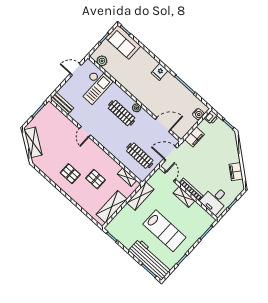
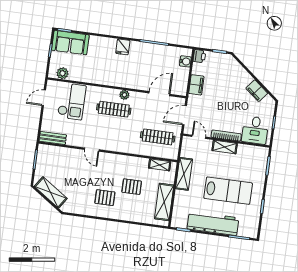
workbench: (150, 259) -> (213, 223), moved

